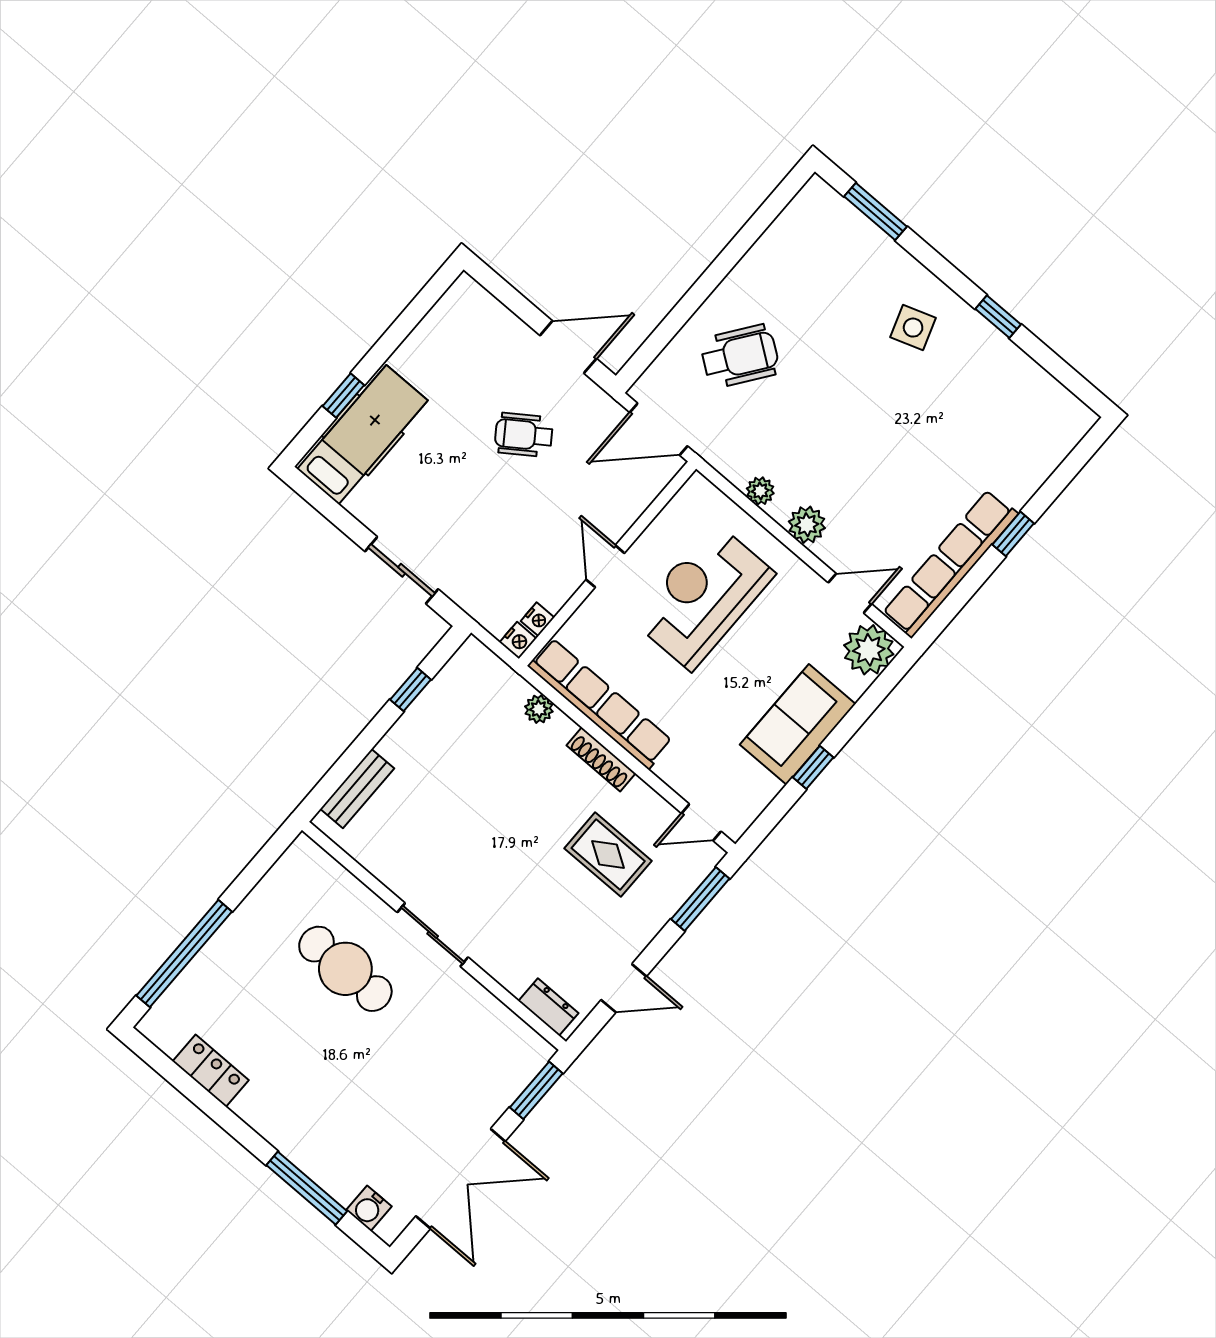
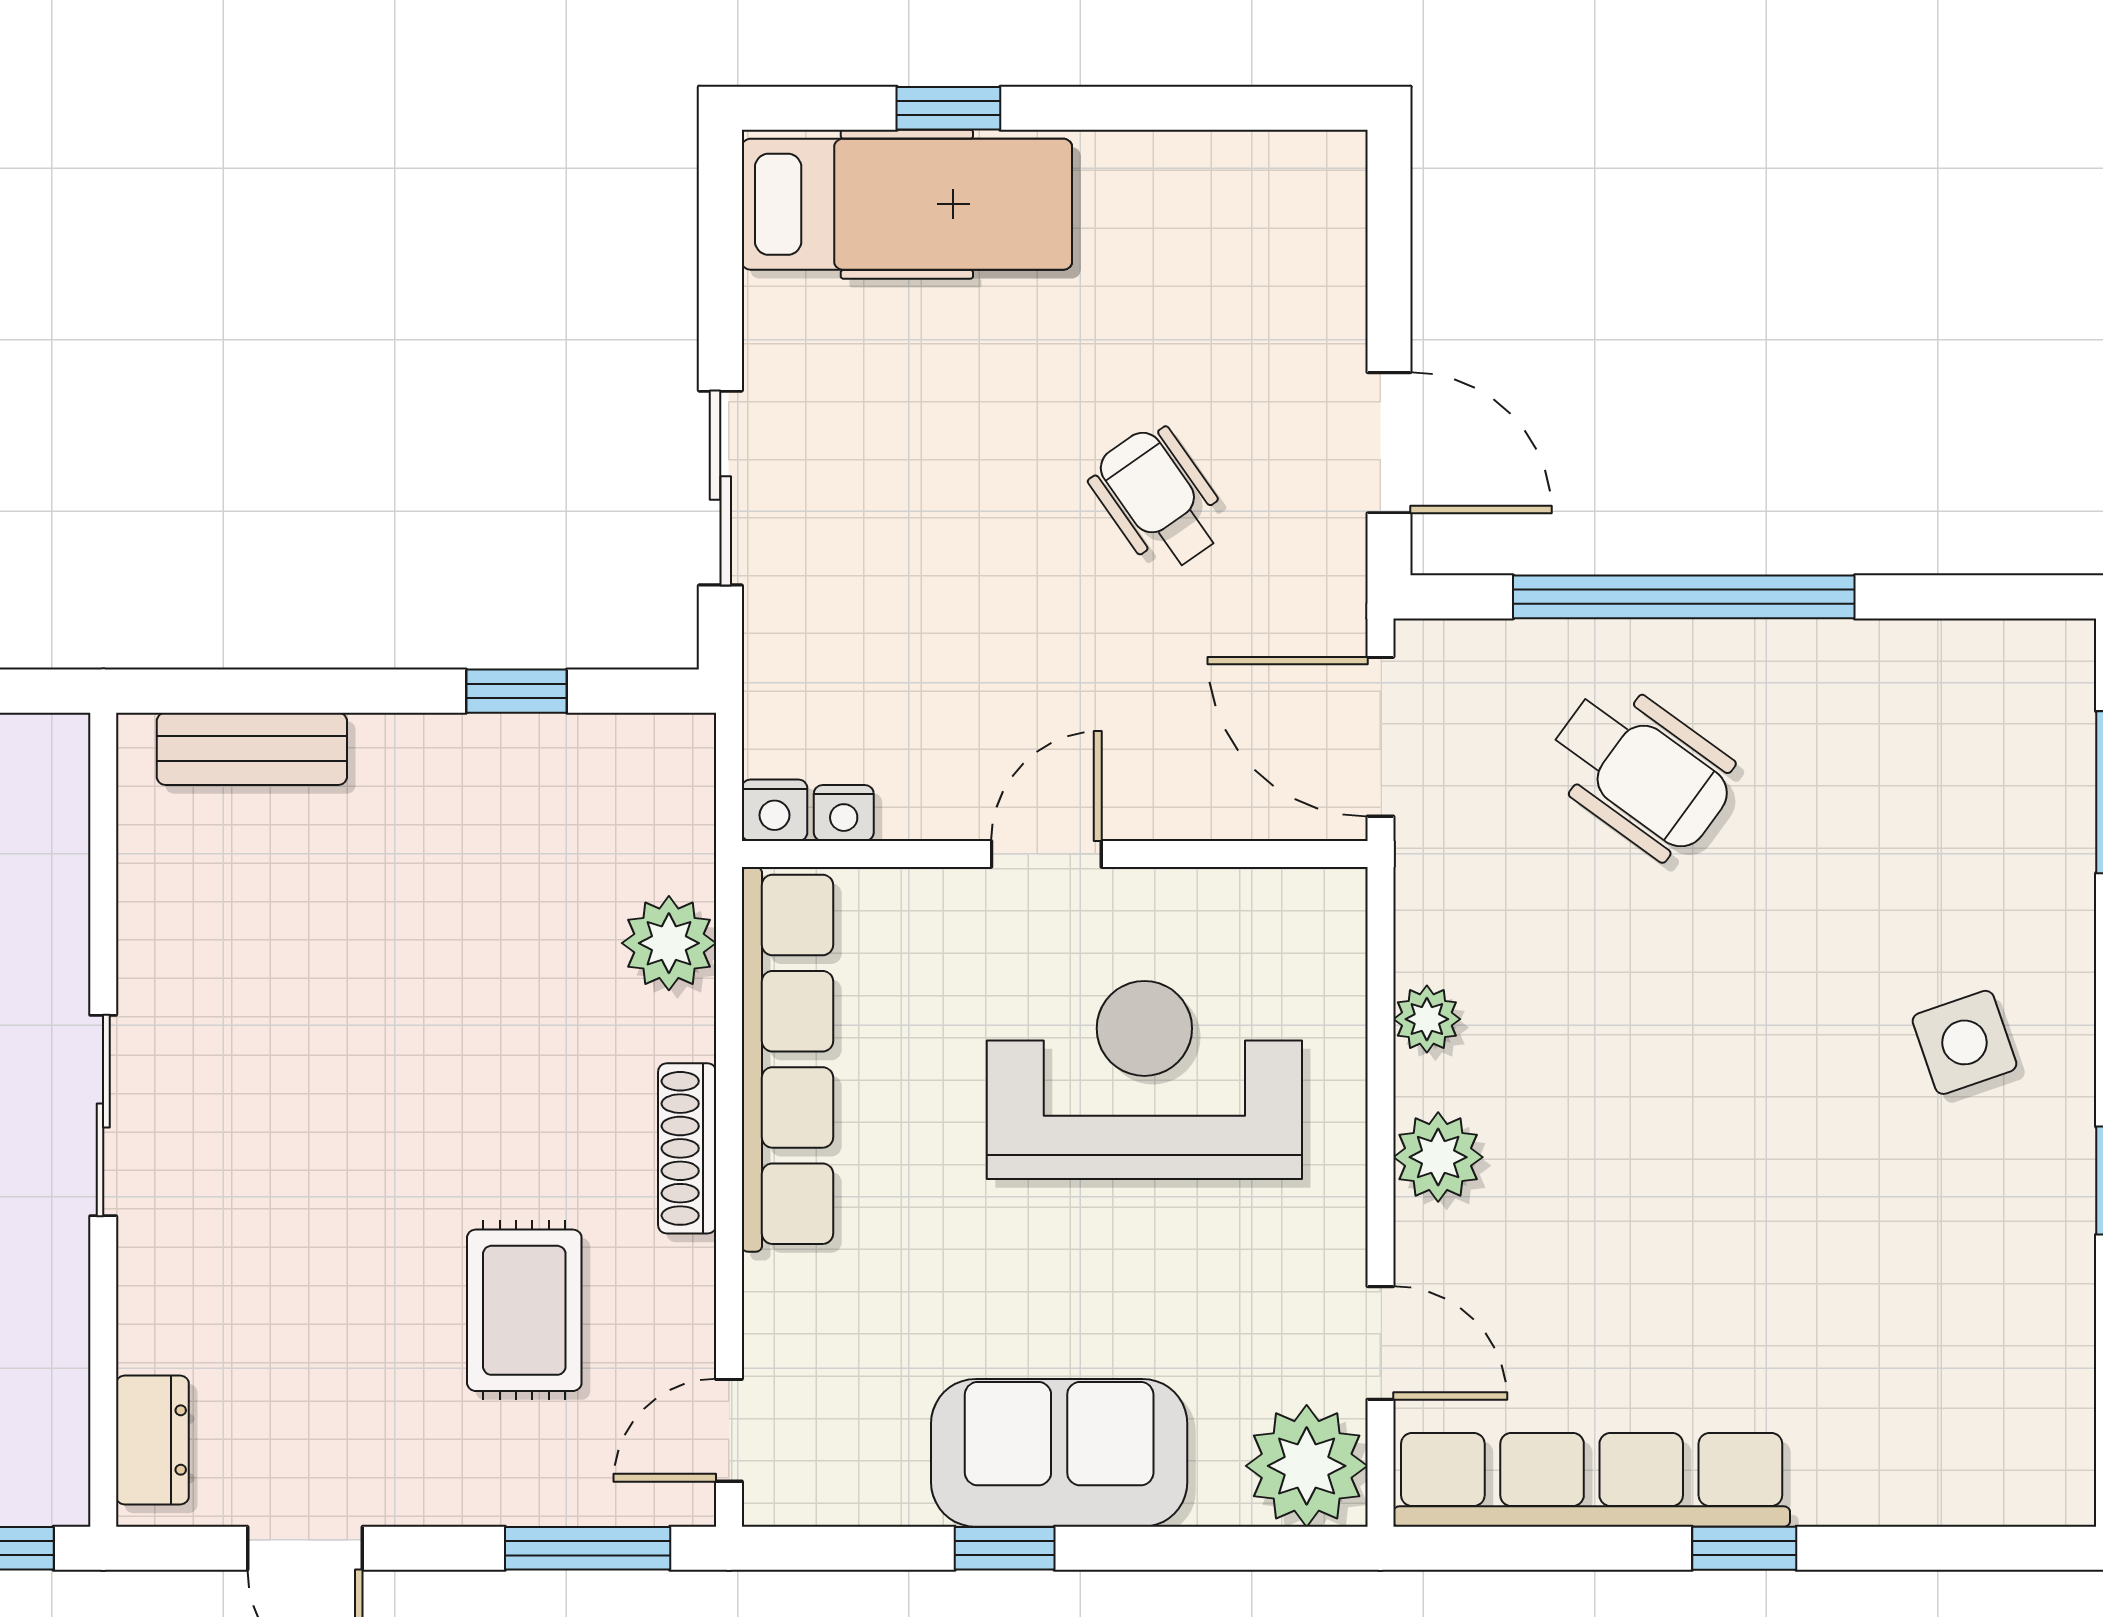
window: (697, 296) -> (1684, 597), added
plant: (539, 709) -> (669, 943), width x1.38, depth x1.38
door: (701, 822) -> (729, 1430), hinge flipped

